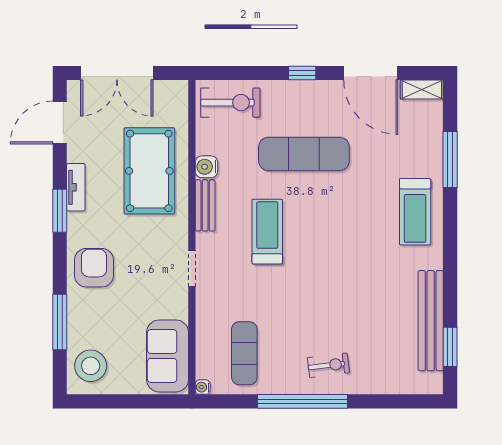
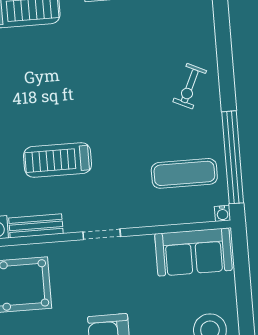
exercise bike: (328, 365) -> (190, 86), turned -148
window: (303, 401) -> (233, 157), moved

